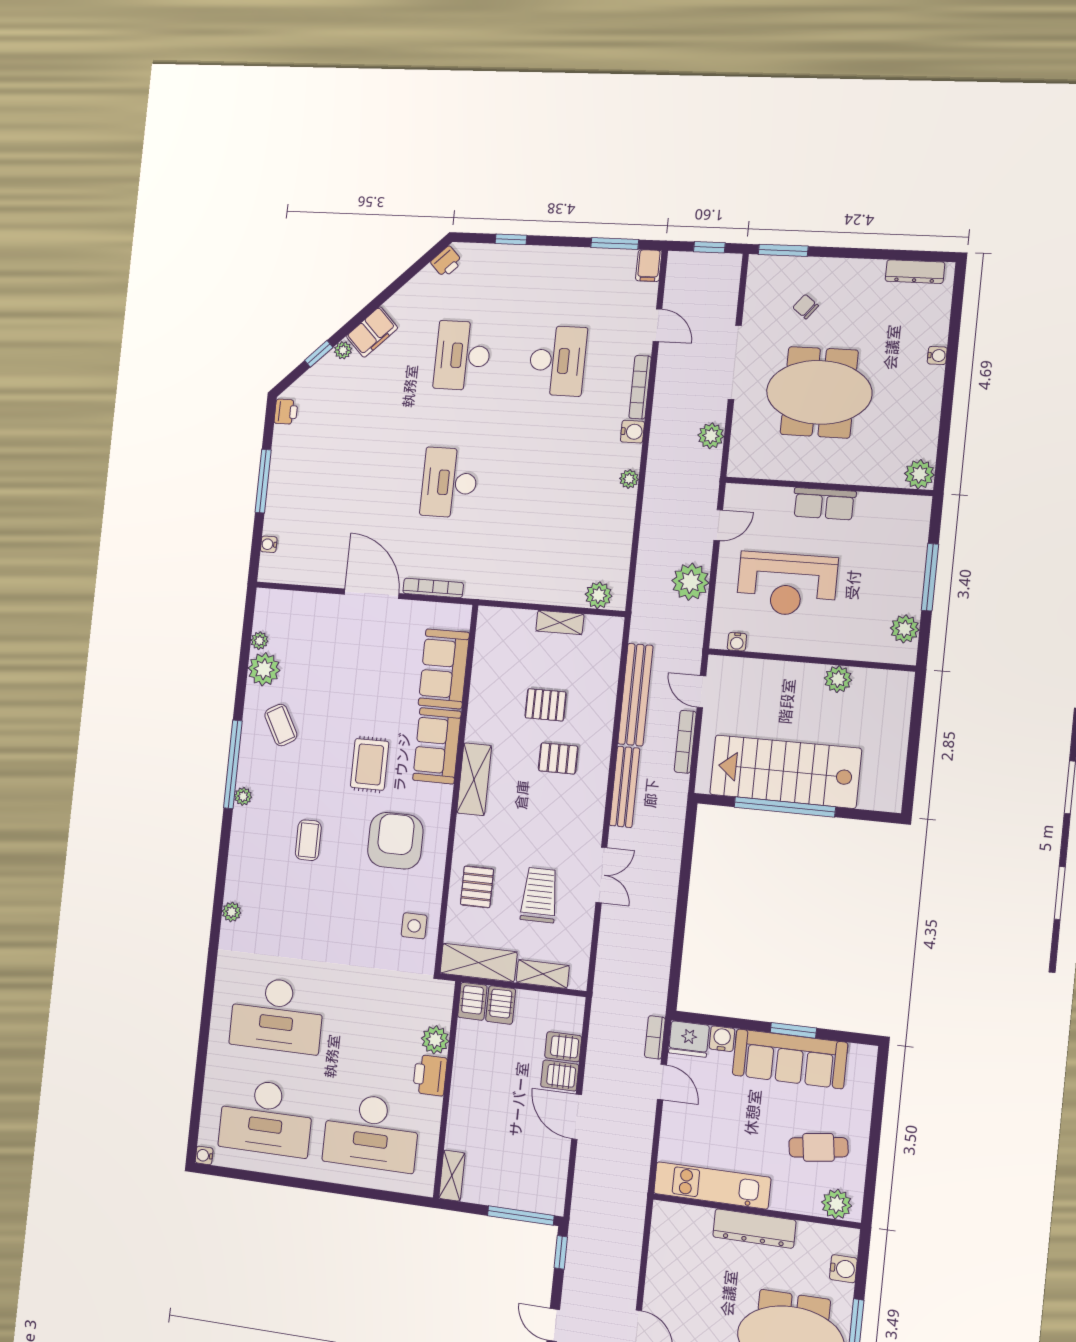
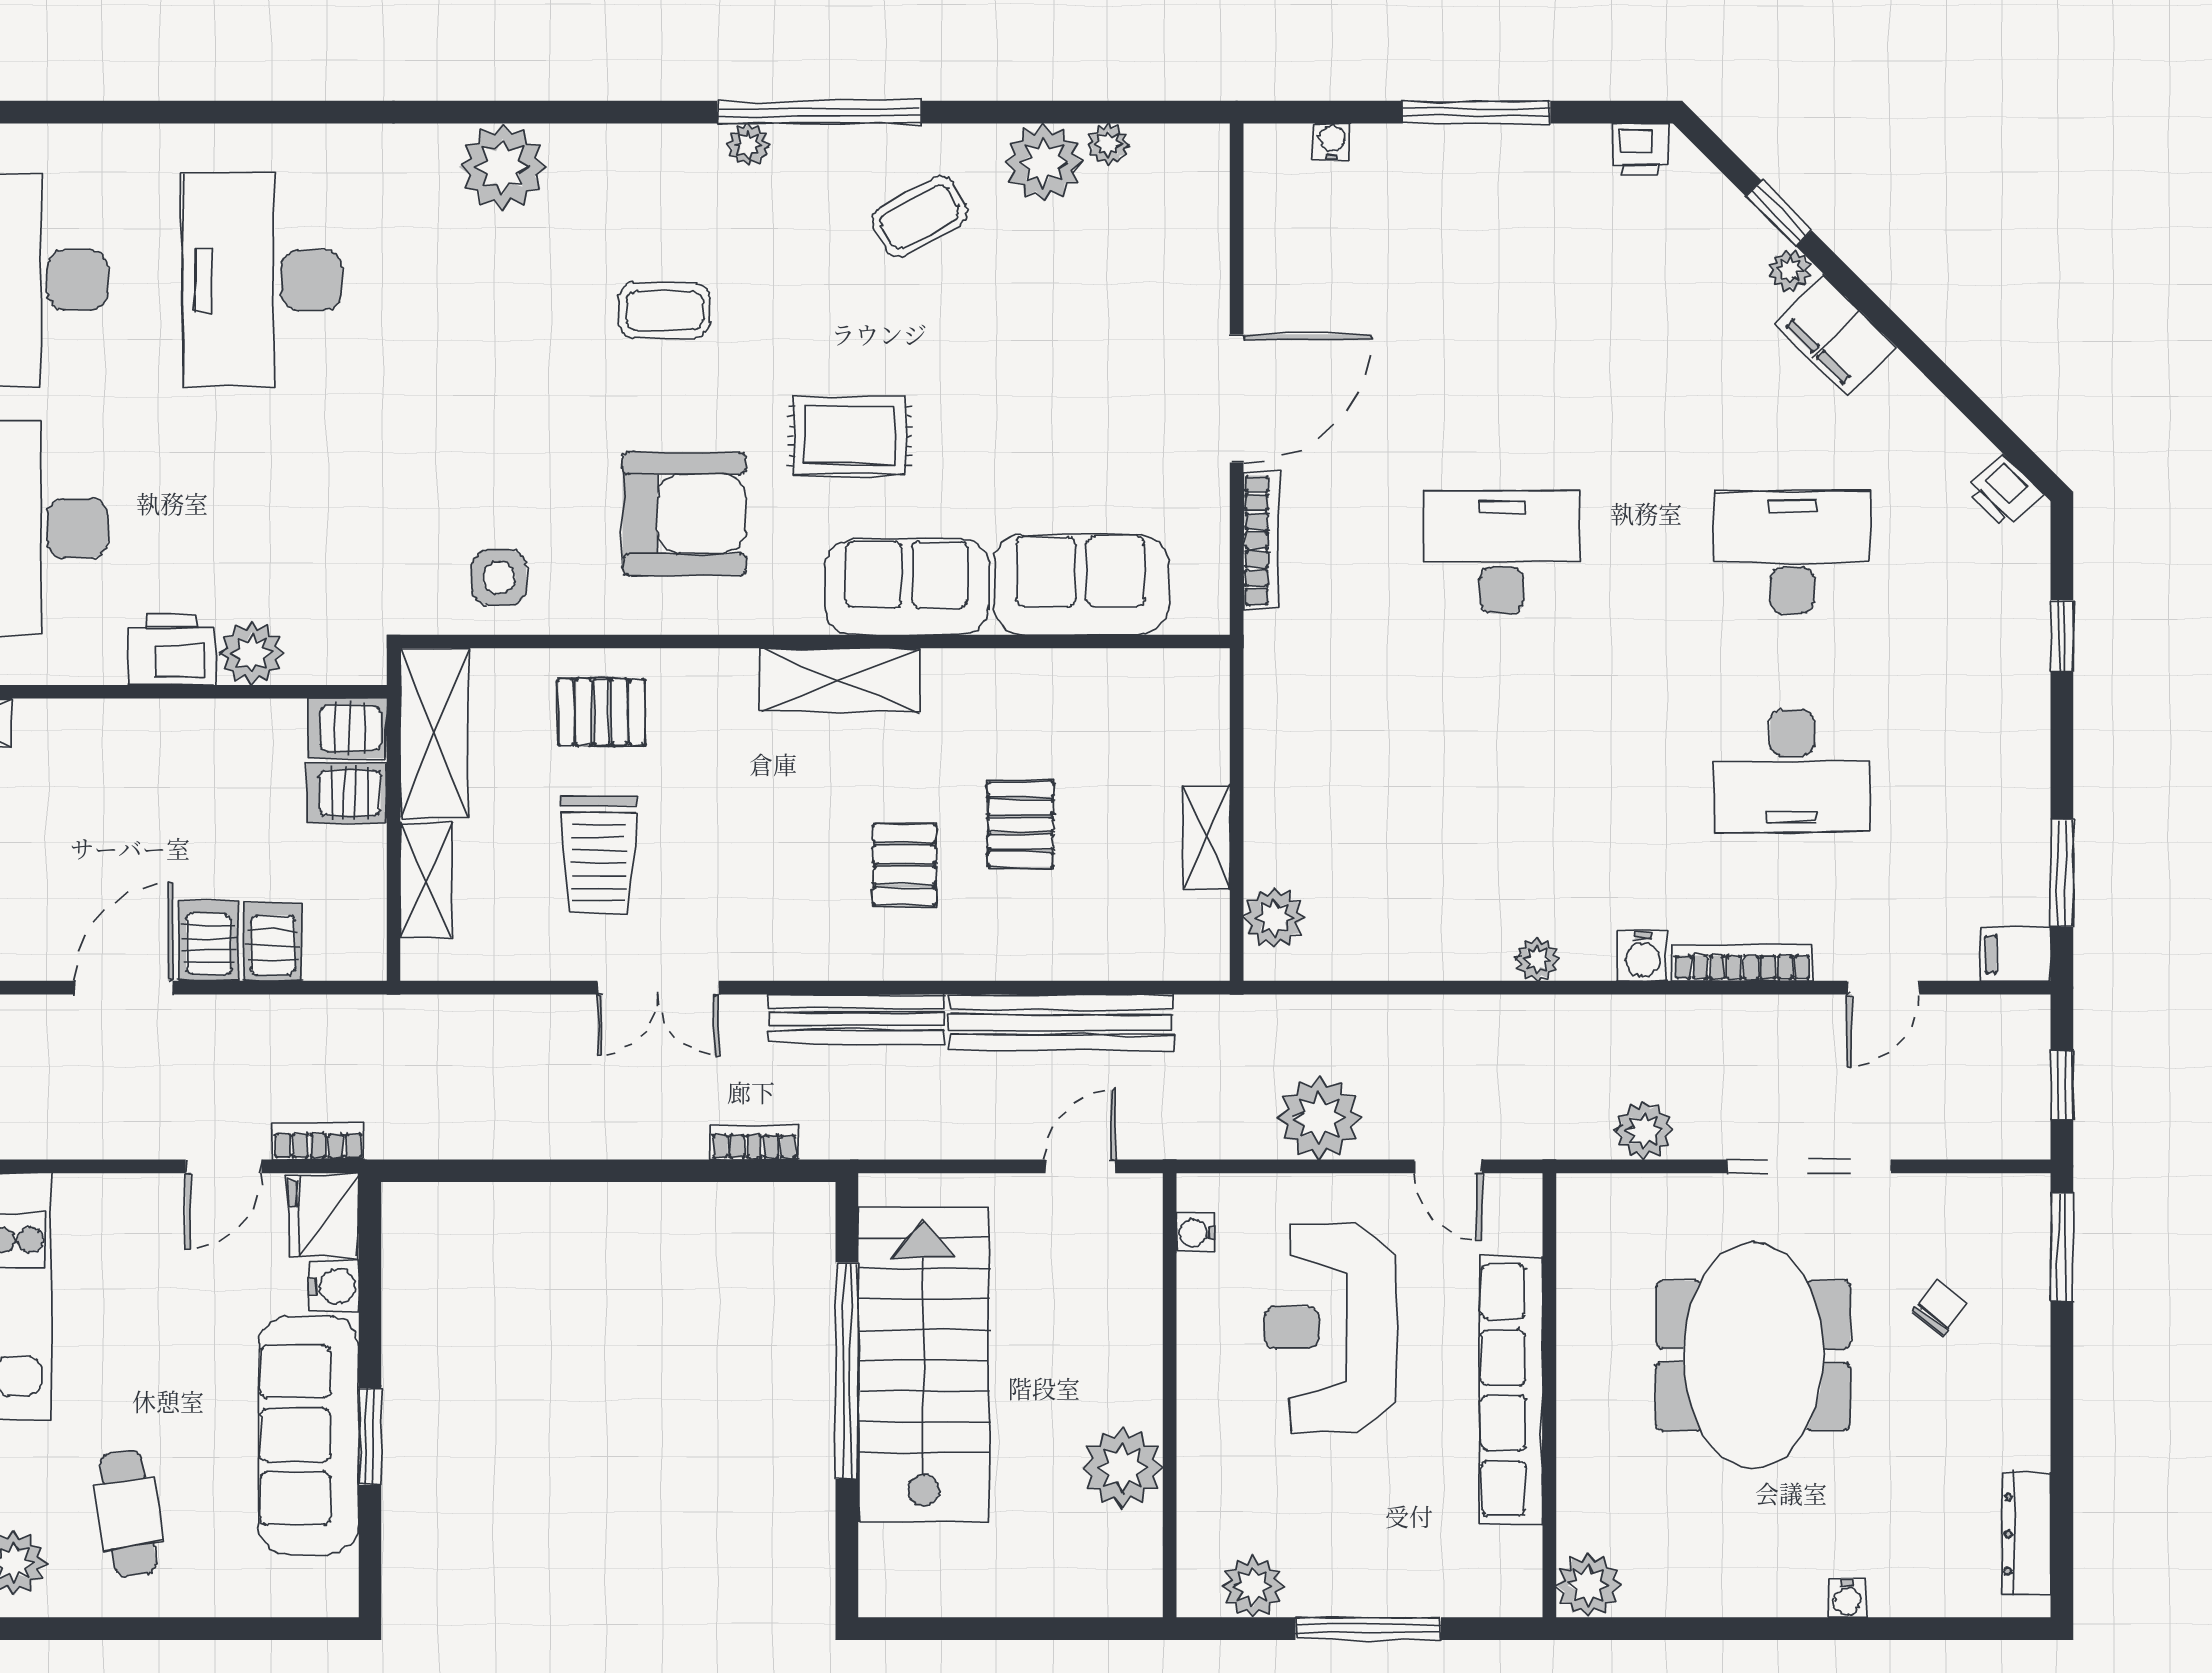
row of seats: (824, 504) -> (1511, 1390), width x2.02
plant: (838, 679) -> (1122, 1468), width x1.36, depth x1.36
bookcase: (685, 742) -> (754, 1142), moved, width x0.64
trolley: (539, 895) -> (599, 855), turned 90
plant: (232, 912) -> (503, 167), width x1.88, depth x1.88

